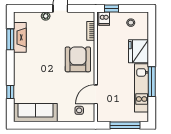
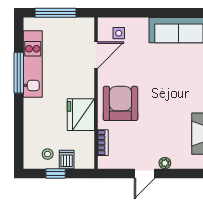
window: (111, 8) -> (56, 174), moved
dishwasher: (104, 19) -> (67, 159), moved
fridge: (139, 51) -> (81, 115), moved, turned 180
armchair: (78, 59) -> (120, 103), turned 180

